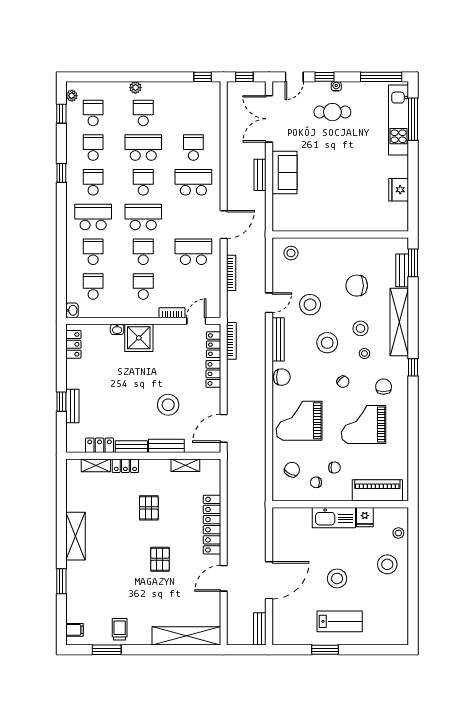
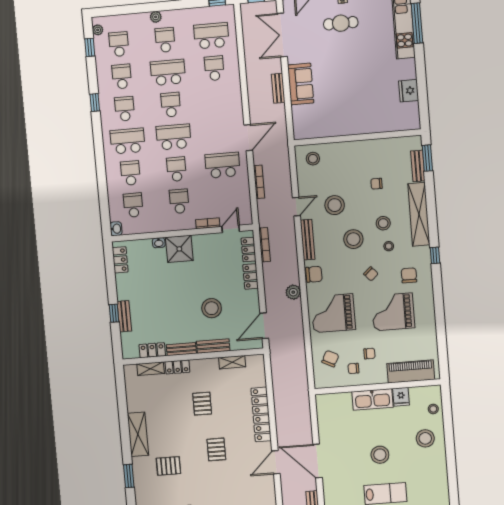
school desk: (193, 182) -> (211, 36), moved
chair: (357, 286) -> (377, 184), width x0.54, depth x0.54
plant: (258, 395) -> (293, 292), added
pallet: (106, 573) -> (168, 466), added
door: (269, 580) -> (318, 461), swing flipped

